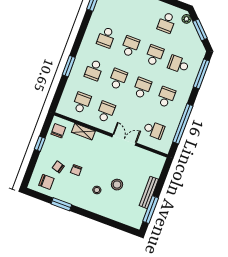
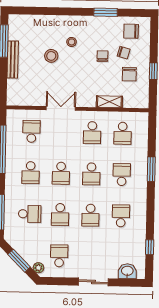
school desk: (154, 130) -> (31, 131), turned 90
chair: (58, 131) -> (129, 74), moved
double door: (124, 140) -> (61, 108), swing flipped

